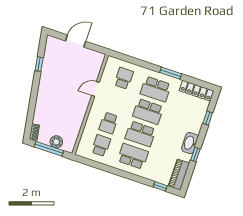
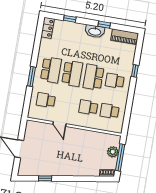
window: (171, 73) -> (31, 76), moved
locker: (196, 91) -> (48, 28), width x0.66
school desk: (109, 123) -> (88, 107), turned 180
school desk: (140, 134) -> (94, 77), turned 180
school desk: (133, 156) -> (115, 81), width x0.54
window: (160, 186) -> (135, 71), moved

